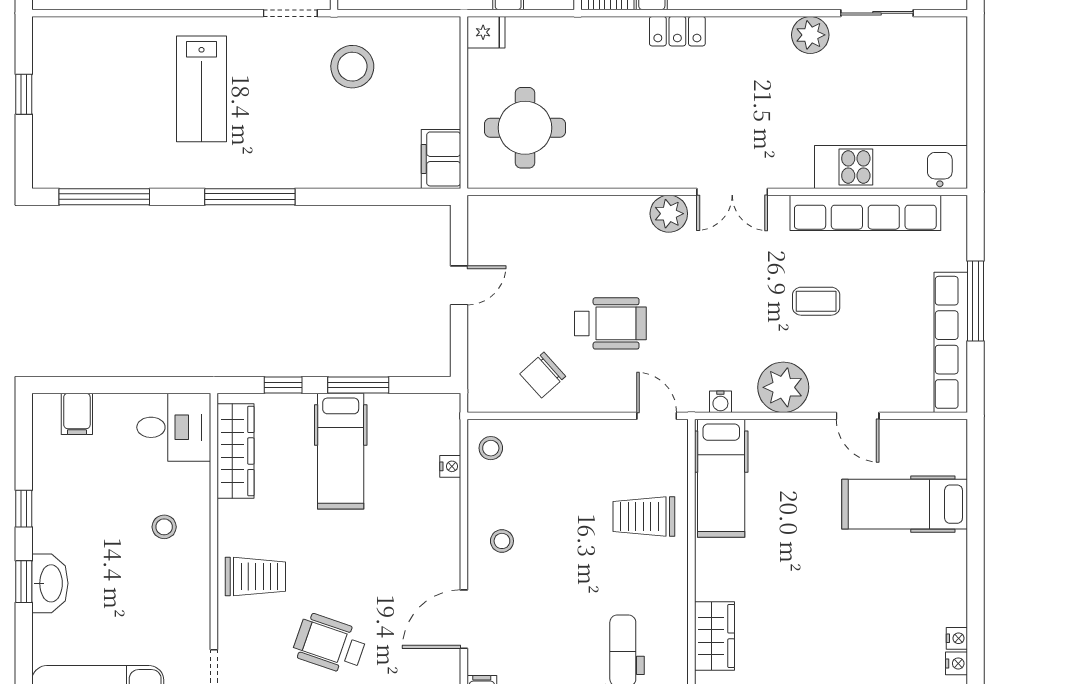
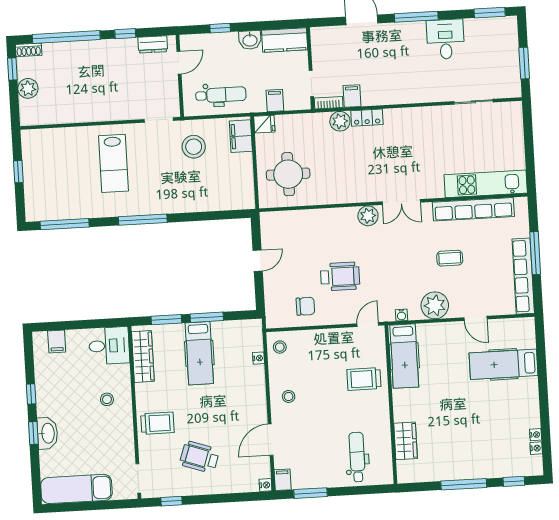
plant: (810, 35) -> (340, 121), moved
filing cabinet: (441, 159) -> (241, 136), moved
chair: (543, 375) -> (305, 306), turned -138
window: (283, 385) -> (166, 320), width x1.50
door: (657, 416) -> (368, 325), hinge flipped

